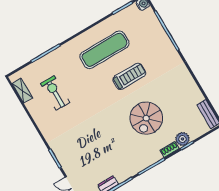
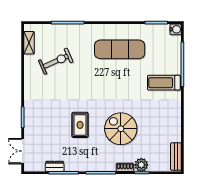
treadmill: (129, 76) -> (164, 83), moved, turned 180
exercise bike: (55, 93) -> (56, 61), turned 66
spiral stairs: (146, 118) -> (121, 129), turned 90
rug: (109, 136) -> (80, 125), added

